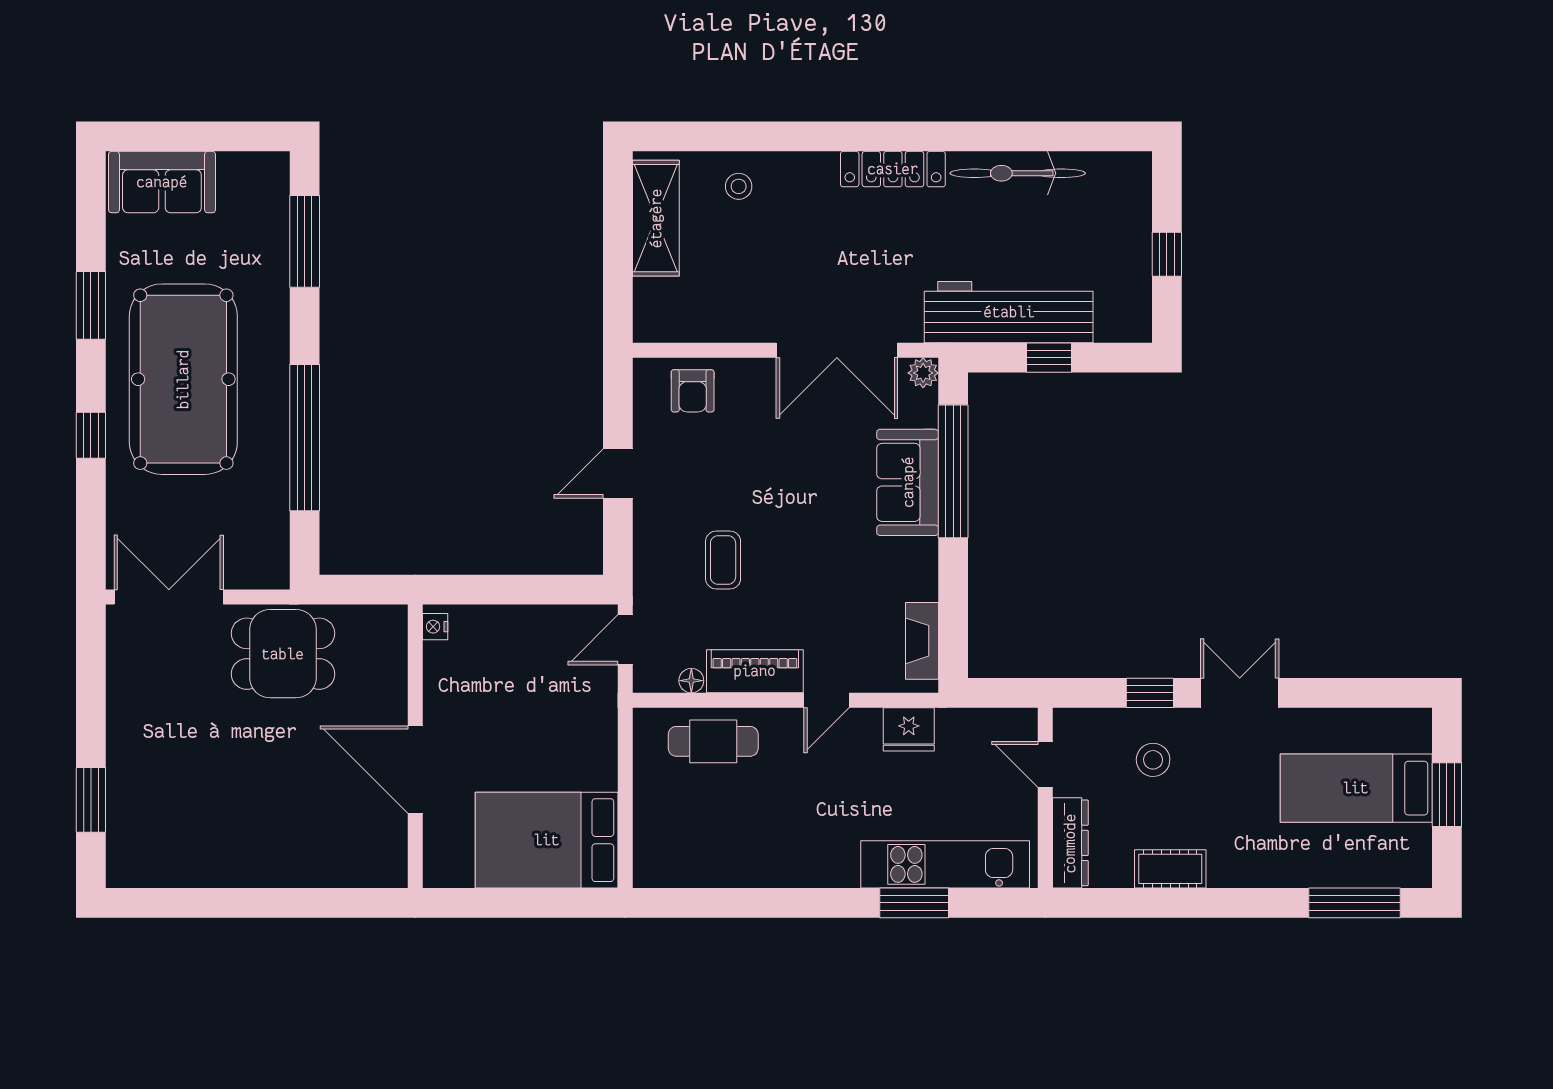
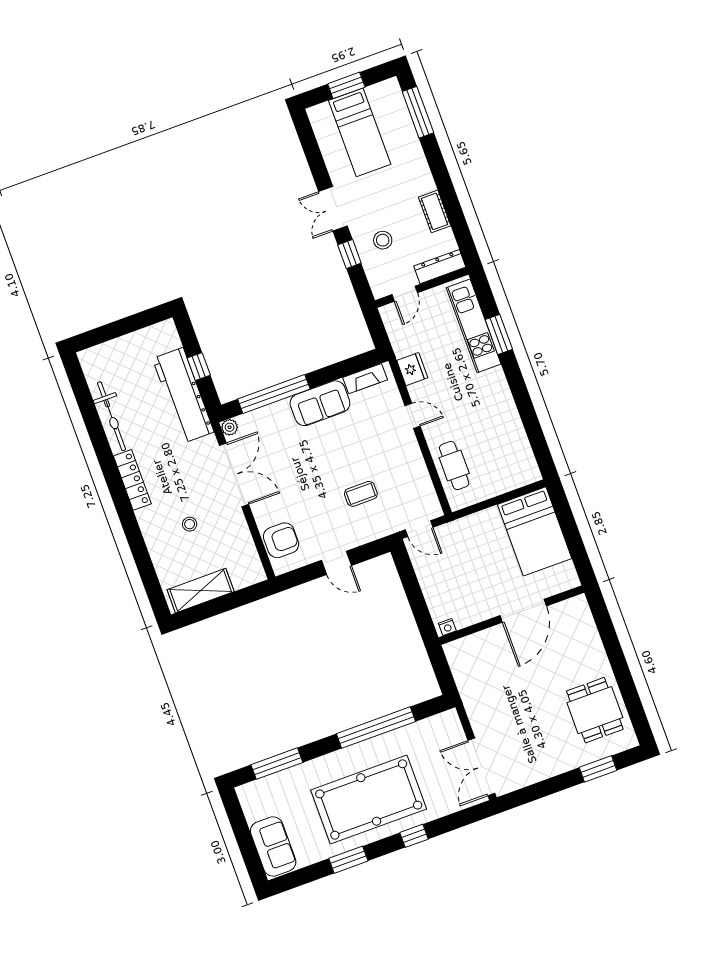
stool: (739, 186) -> (190, 524), moved
window: (1167, 254) -> (125, 326), removed
armchair: (693, 391) -> (281, 540), width x1.38, depth x1.38
sofa: (908, 482) -> (320, 403), moved
dining table: (283, 654) -> (595, 710), moved
piano: (755, 671) -> (411, 457), removed
floor lamp: (691, 681) -> (427, 488), removed

